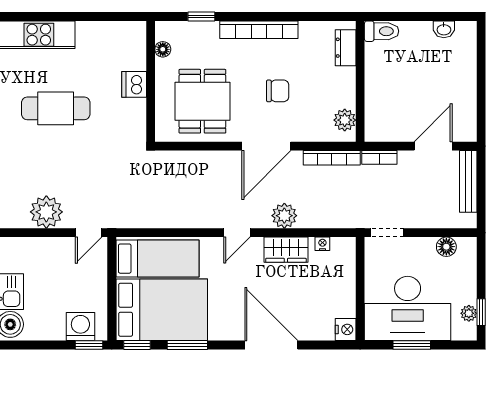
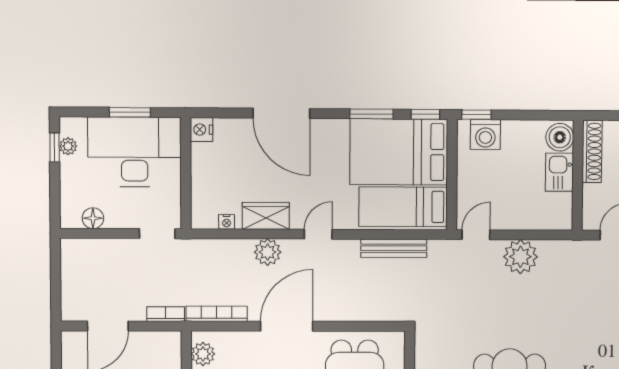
bench: (468, 181) -> (394, 248), moved, turned 90

